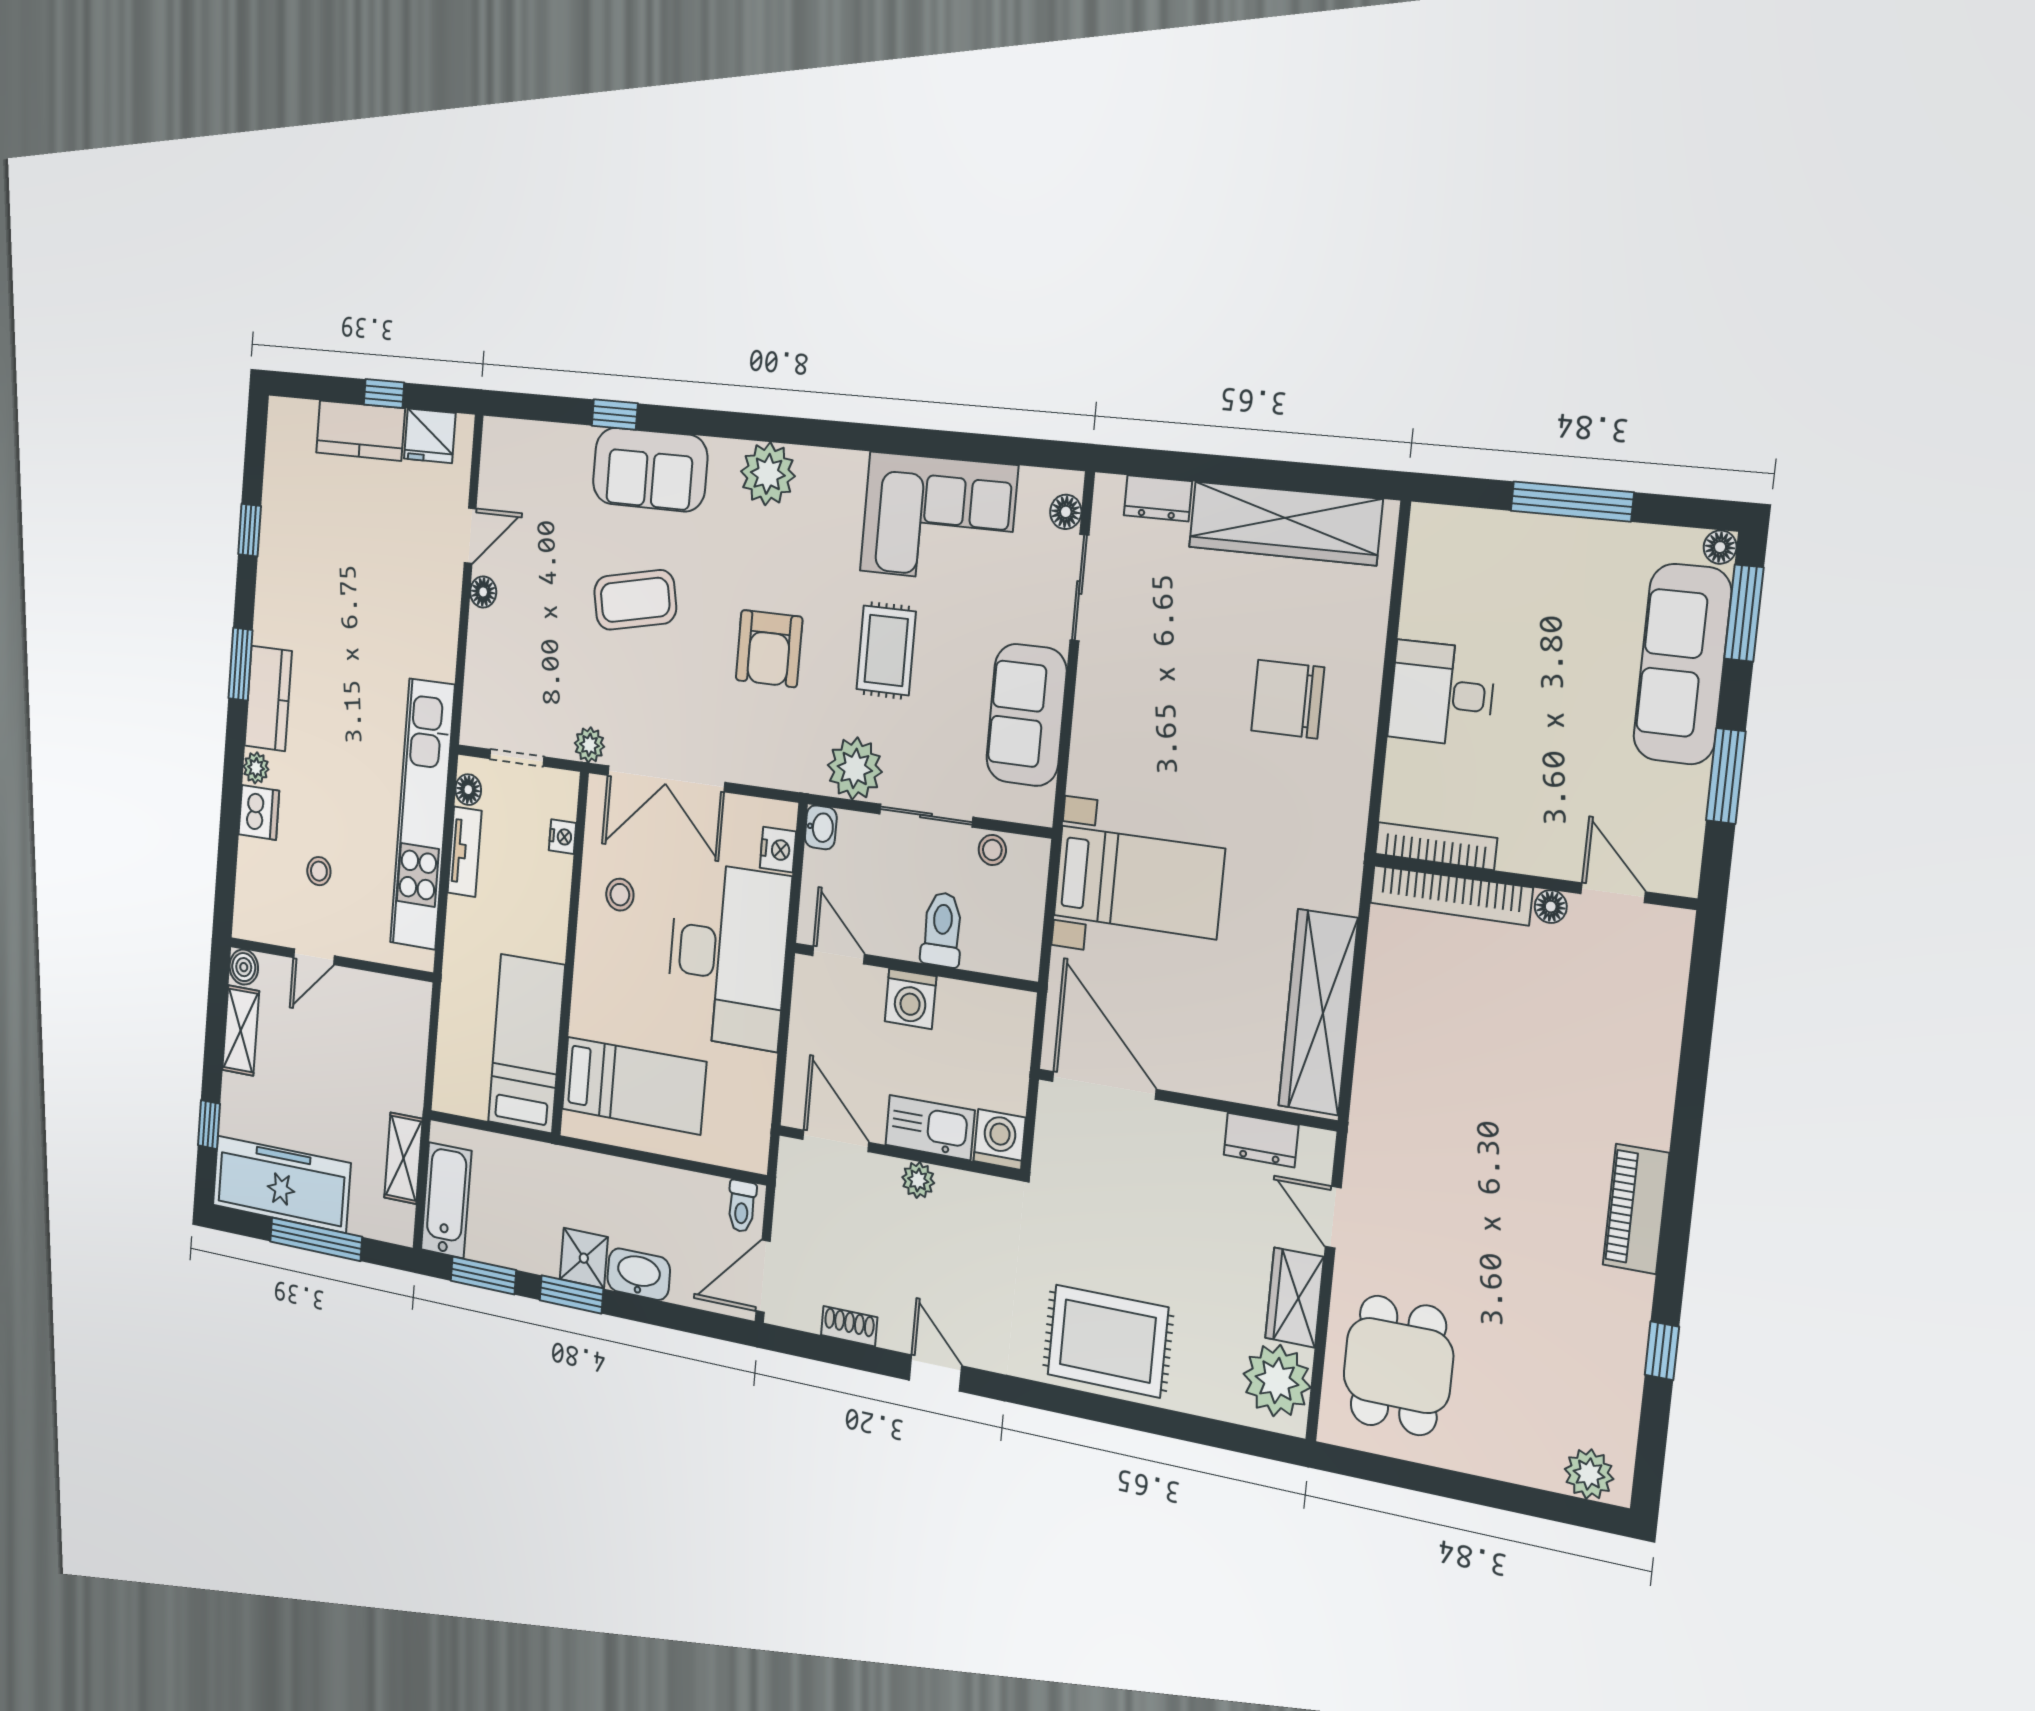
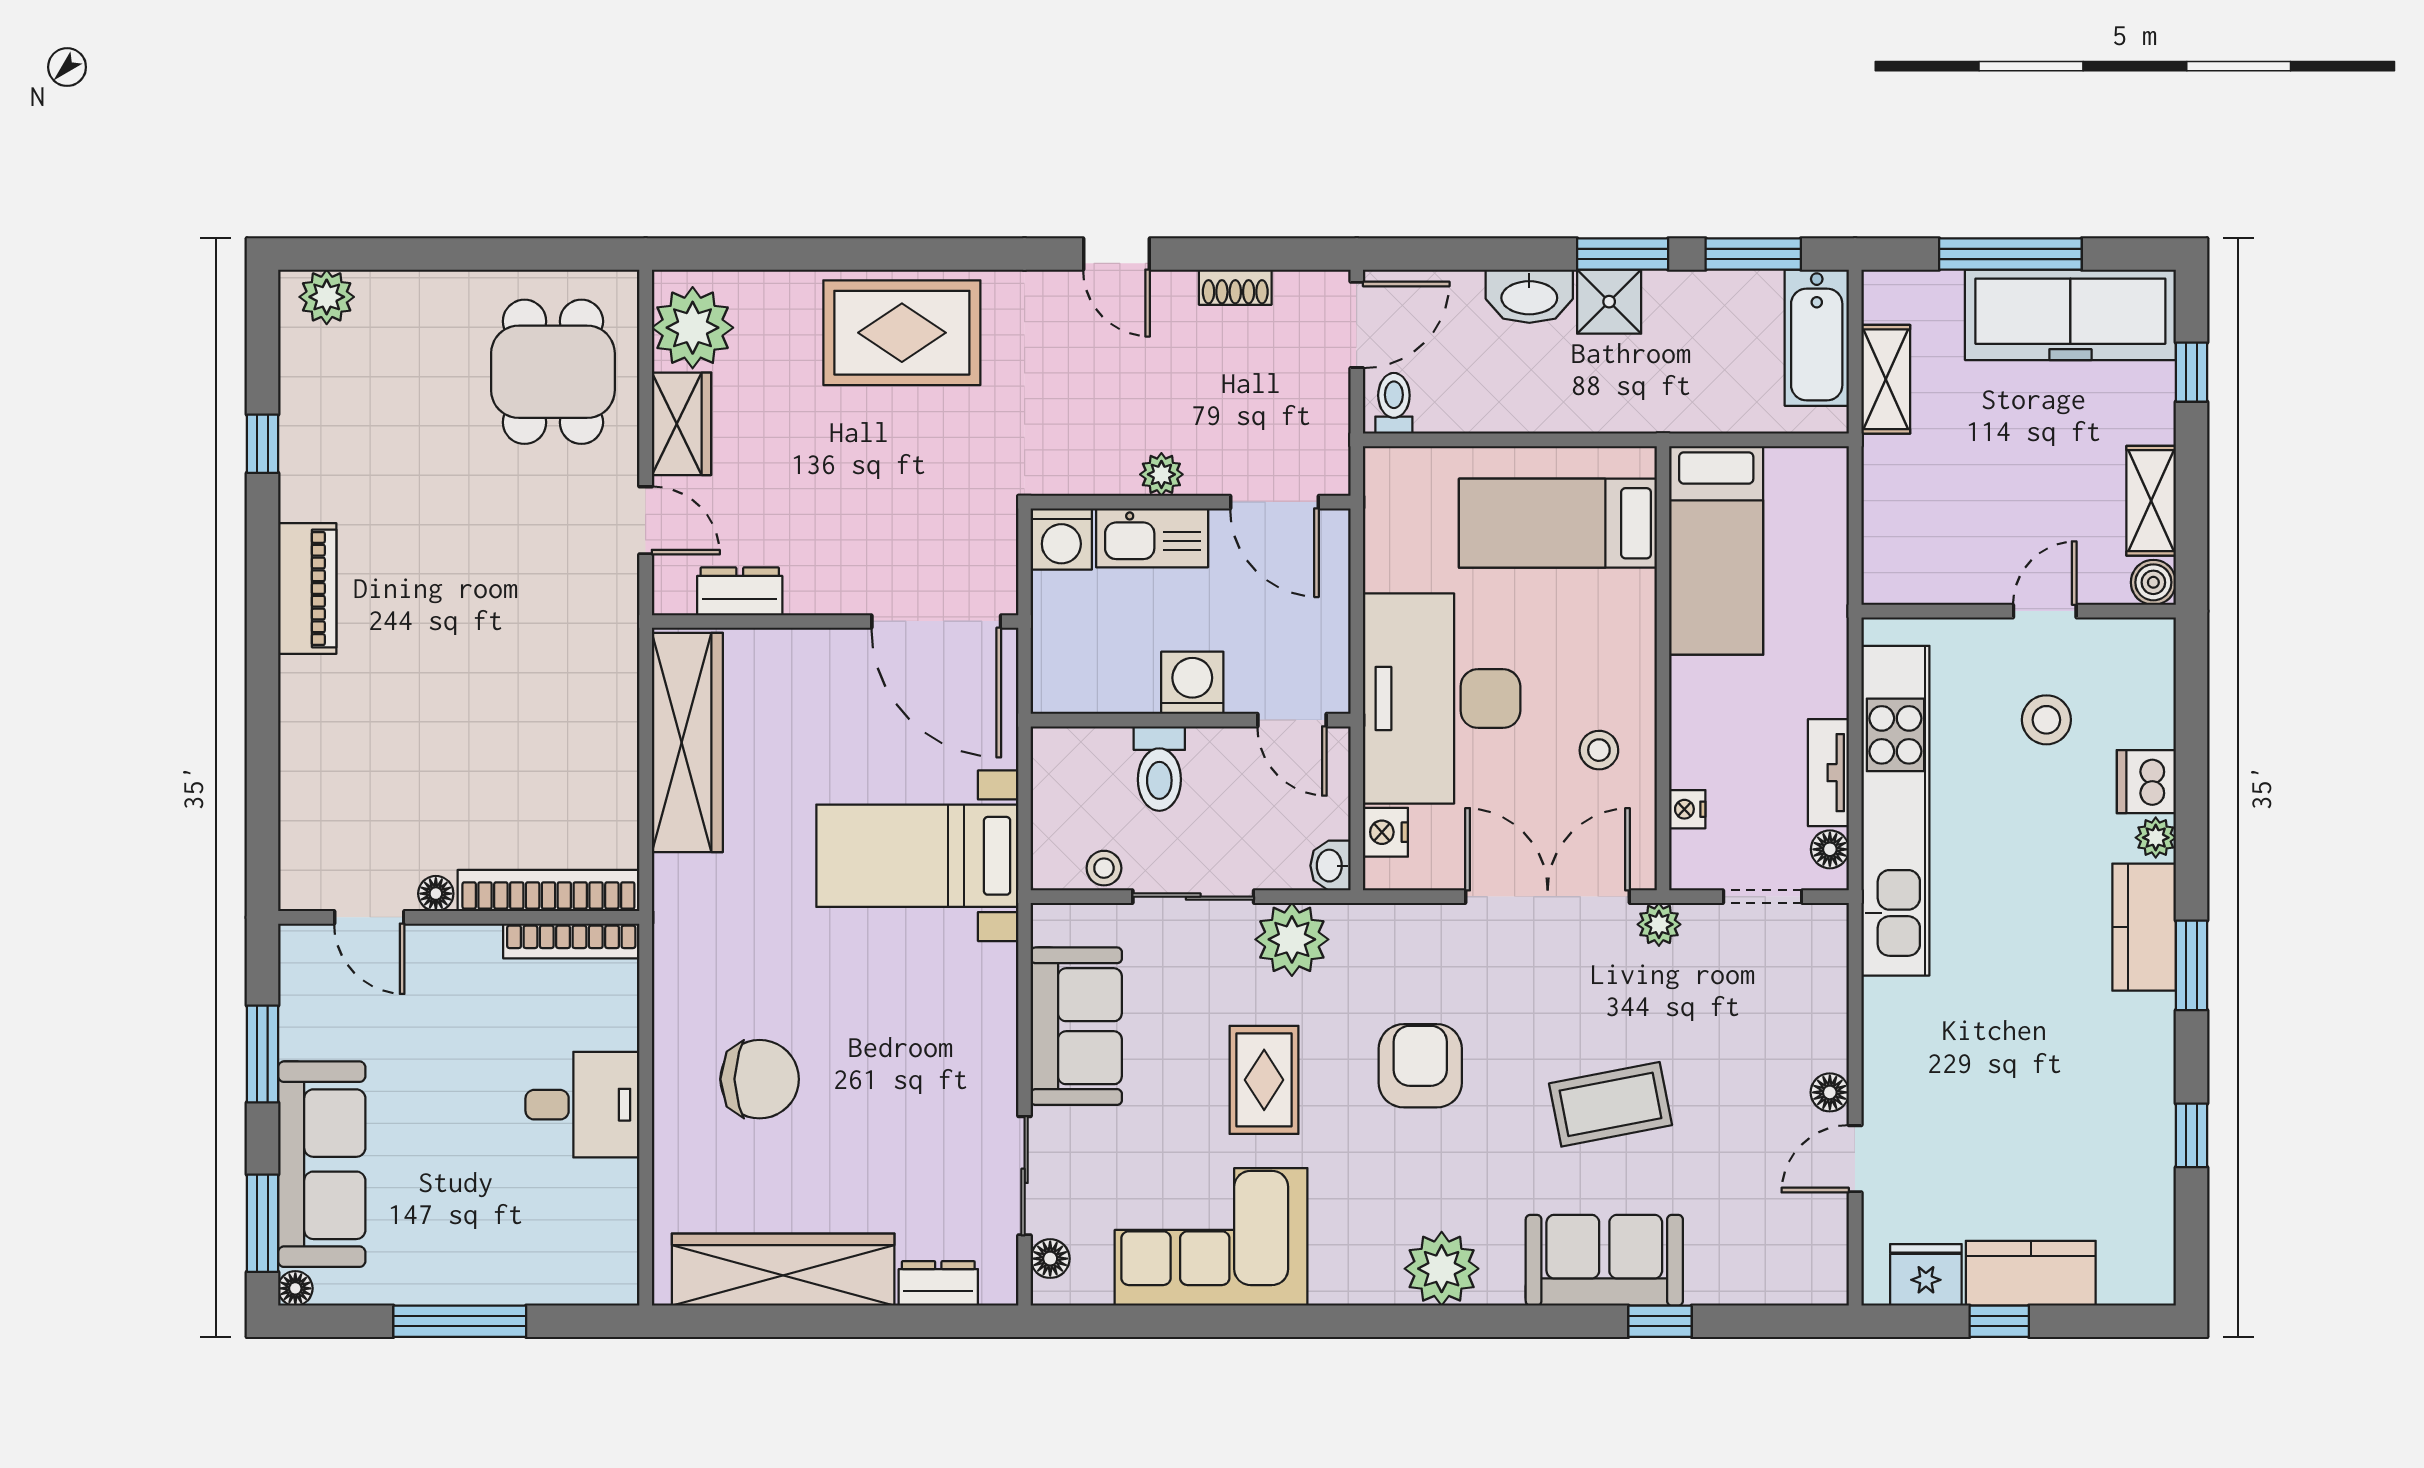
stool: (319, 871) -> (2046, 720), width x1.37, depth x1.37

